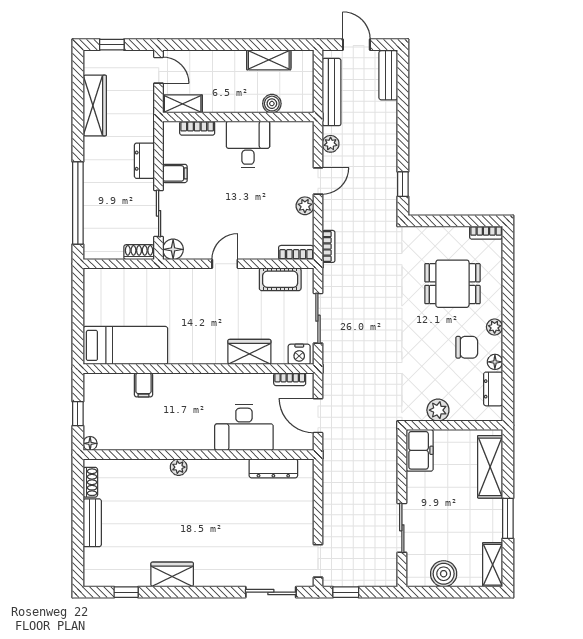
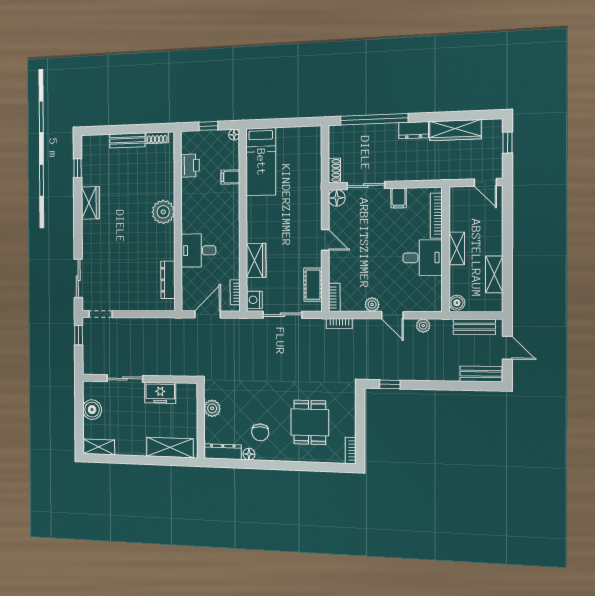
door: (356, 45) -> (507, 348), hinge flipped
door: (159, 70) -> (485, 182), hinge flipped
bench: (332, 92) -> (474, 327), width x0.73
shelving: (183, 104) -> (457, 248), moved
boiler: (272, 104) -> (457, 303), moved
bookcase: (197, 128) -> (436, 216), width x1.56
dresser: (144, 161) -> (414, 130), moved, turned 180
plant: (495, 327) -> (276, 455), removed
dresser: (493, 389) -> (223, 452), width x1.44
desk: (244, 427) -> (198, 250), width x0.73
printer: (127, 438) -> (190, 166), added
floor lamp: (90, 443) -> (234, 135), moved
freezer: (420, 450) -> (160, 393), moved
plant: (179, 467) -> (163, 212), width x1.87, depth x1.87
window: (508, 518) -> (132, 460), removed

